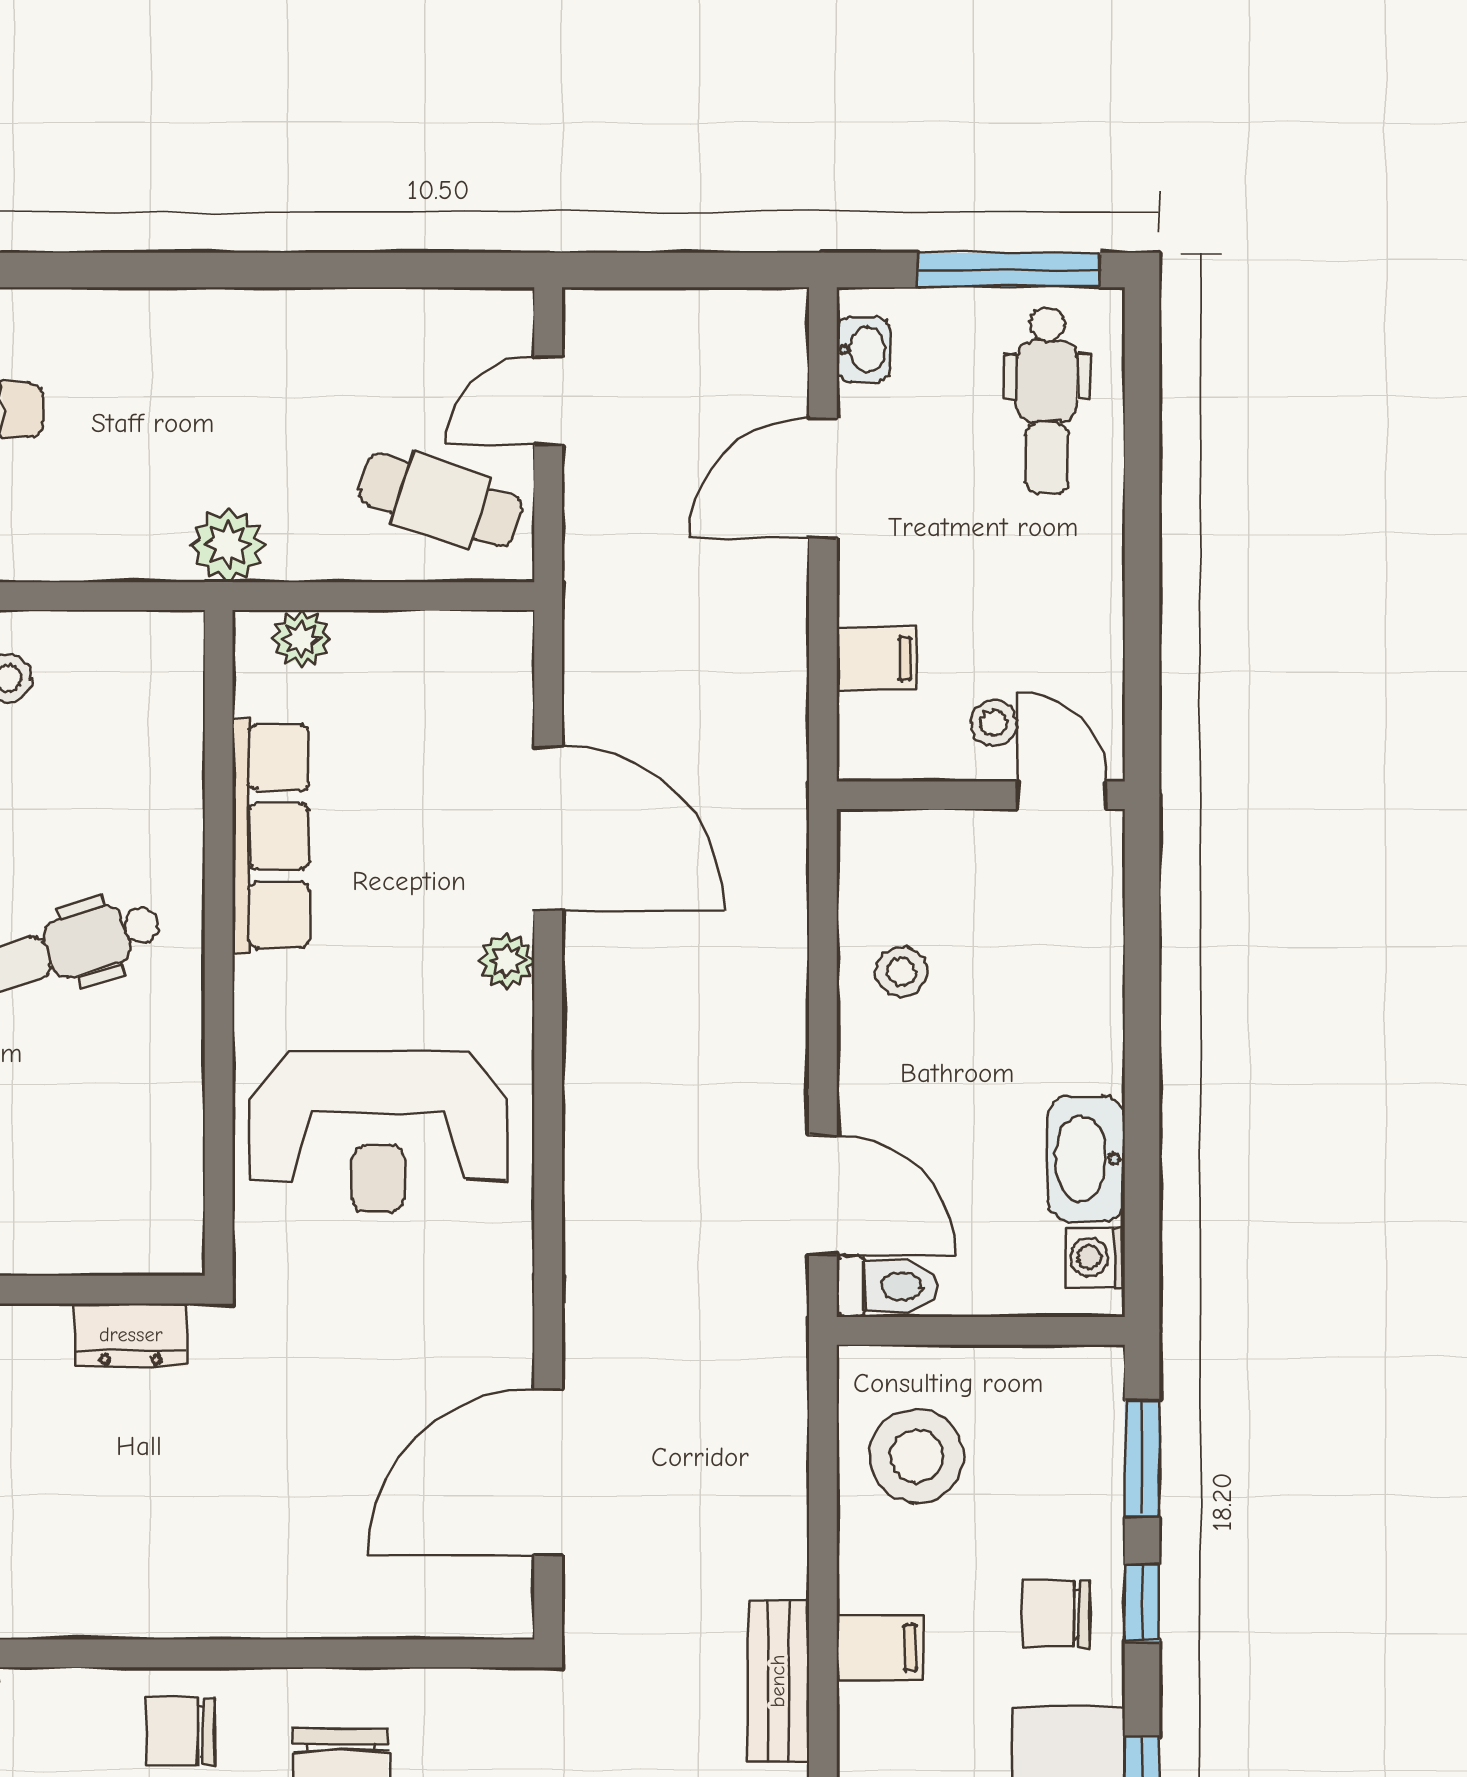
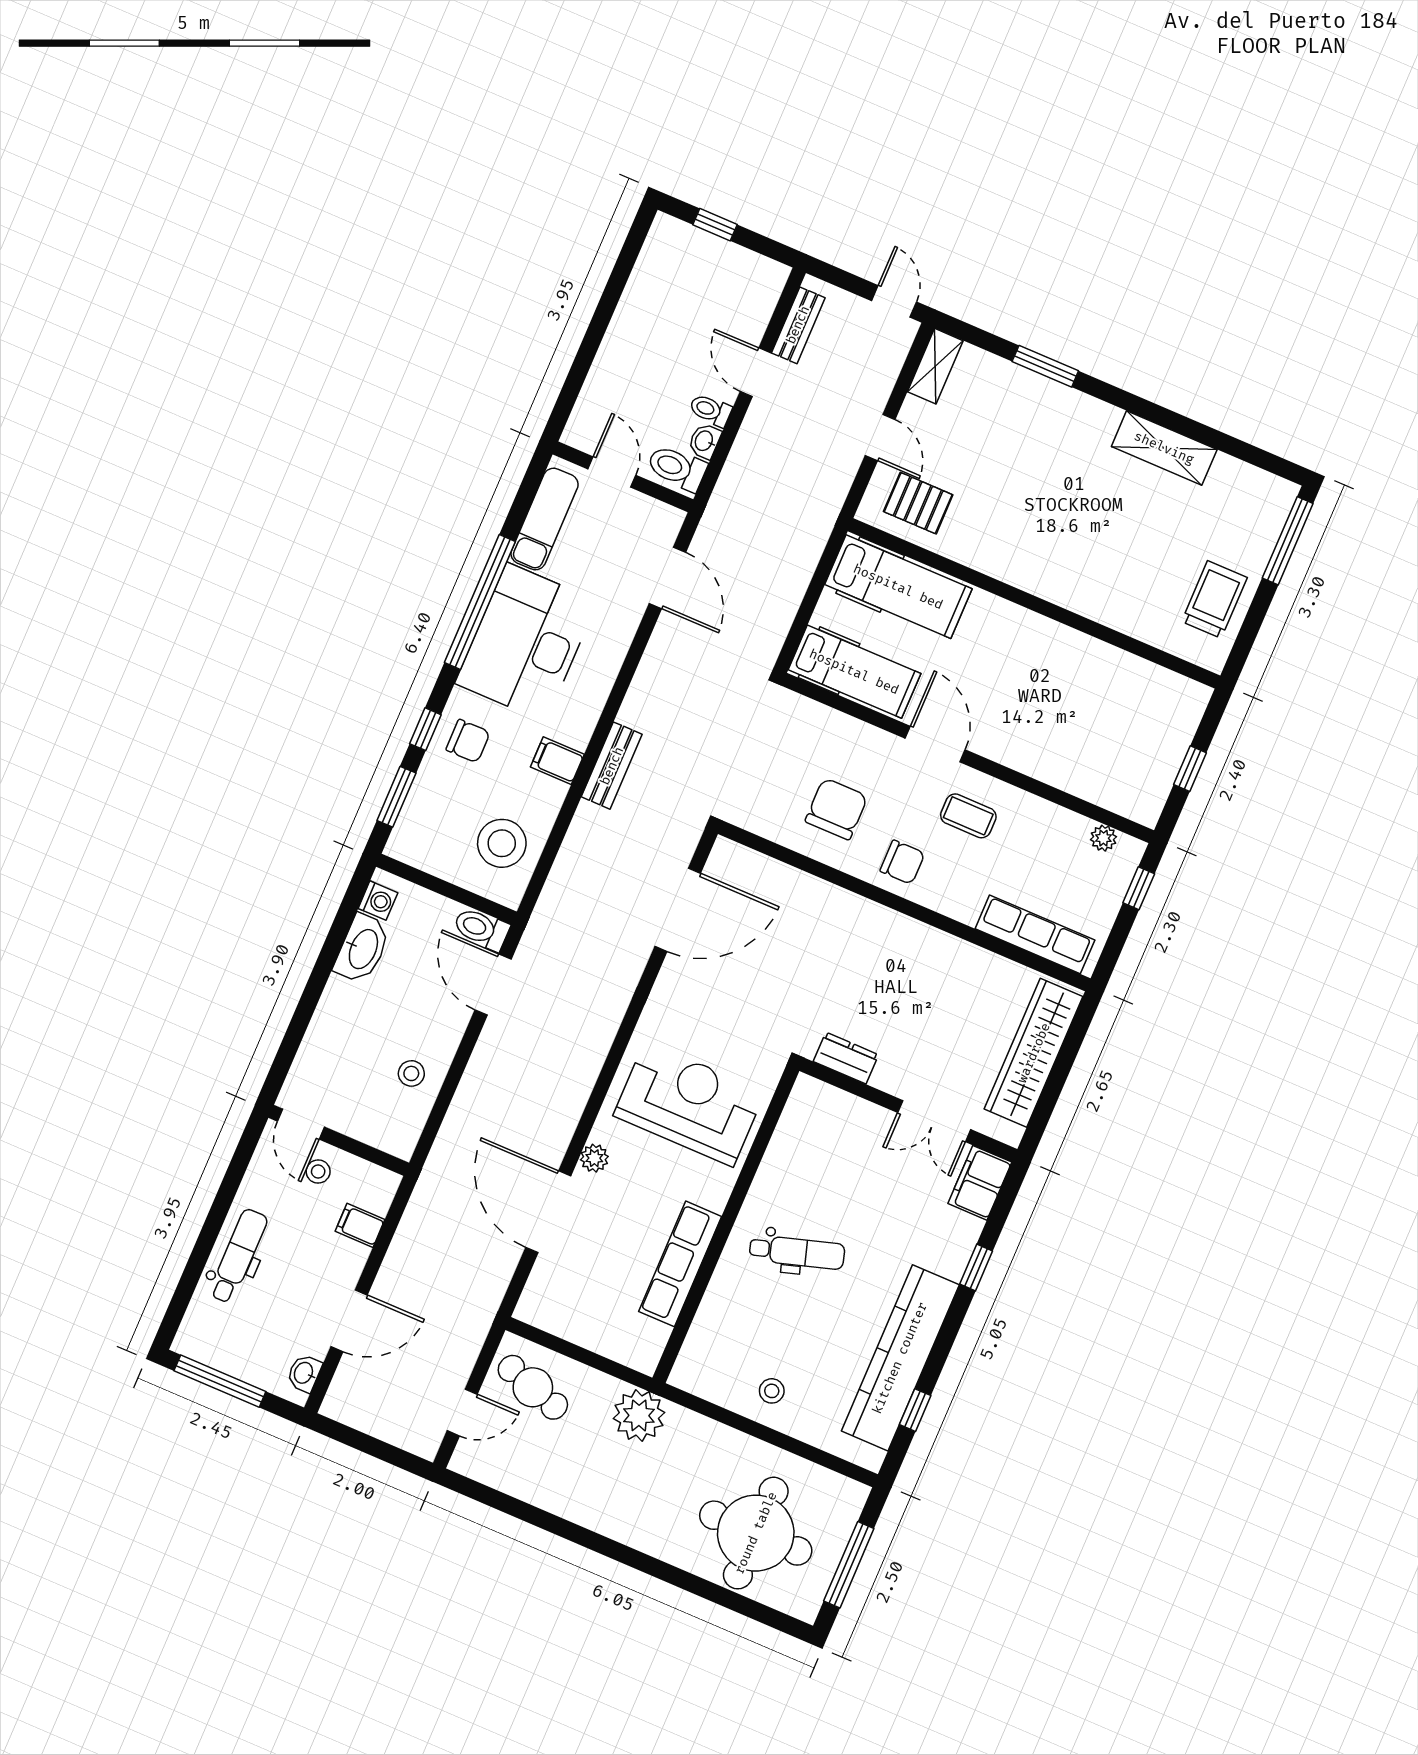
dental chair: (1047, 400) -> (238, 1256), moved
plant: (228, 545) -> (639, 1415), width x1.36, depth x1.36
plant: (301, 639) -> (626, 1350), removed

